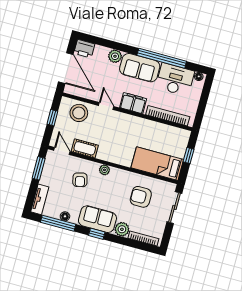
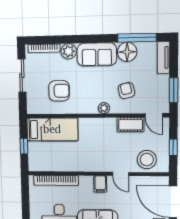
filing cabinet: (133, 103) -> (100, 184), width x0.50
sliding door: (174, 208) -> (22, 76), moved
floor lamp: (65, 216) -> (127, 52), width x1.89, depth x1.89
window: (97, 234) -> (93, 39), removed

